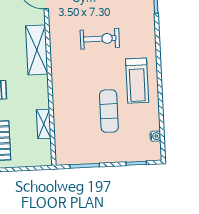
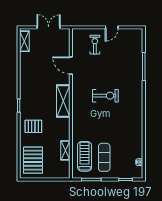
treadmill: (137, 81) -> (85, 156), moved, turned 180
exercise mat: (109, 111) -> (104, 157), moved

